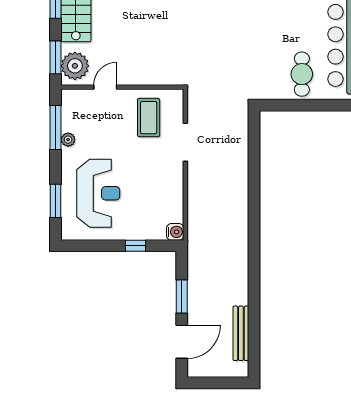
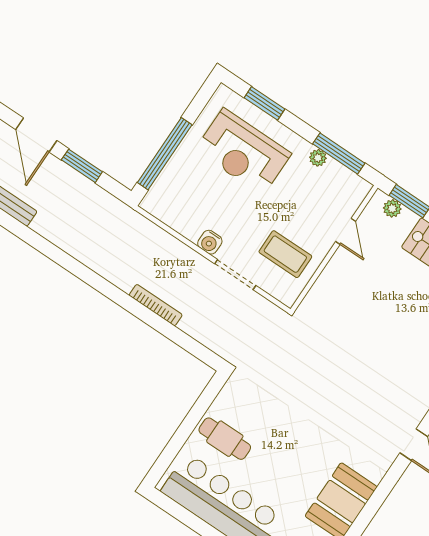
plant: (75, 66) -> (392, 208), width x0.53, depth x0.53
bookcase: (243, 182) -> (156, 305), added
water cooler: (175, 232) -> (210, 242), moved
window: (136, 246) -> (165, 154), width x3.17

